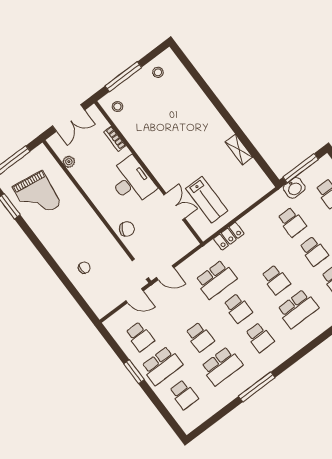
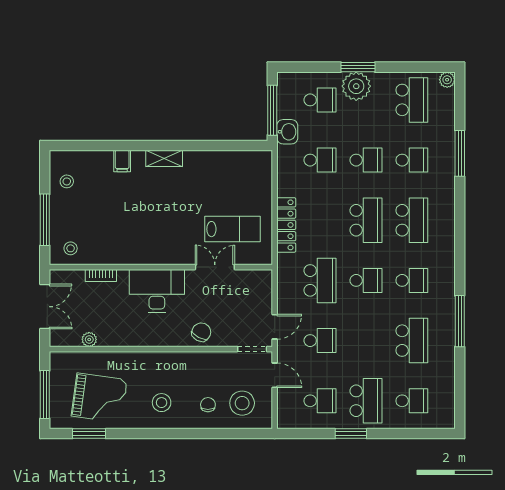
filing cabinet: (197, 98) -> (122, 161), added
shelving: (239, 149) -> (164, 158), moved
locker: (229, 236) -> (286, 225), width x1.53
stool: (63, 237) -> (162, 403), added
school desk: (276, 280) -> (366, 220), width x1.85
stool: (101, 289) -> (242, 403), added
door: (134, 296) -> (275, 375), hinge flipped
school desk: (200, 337) -> (320, 341), moved

